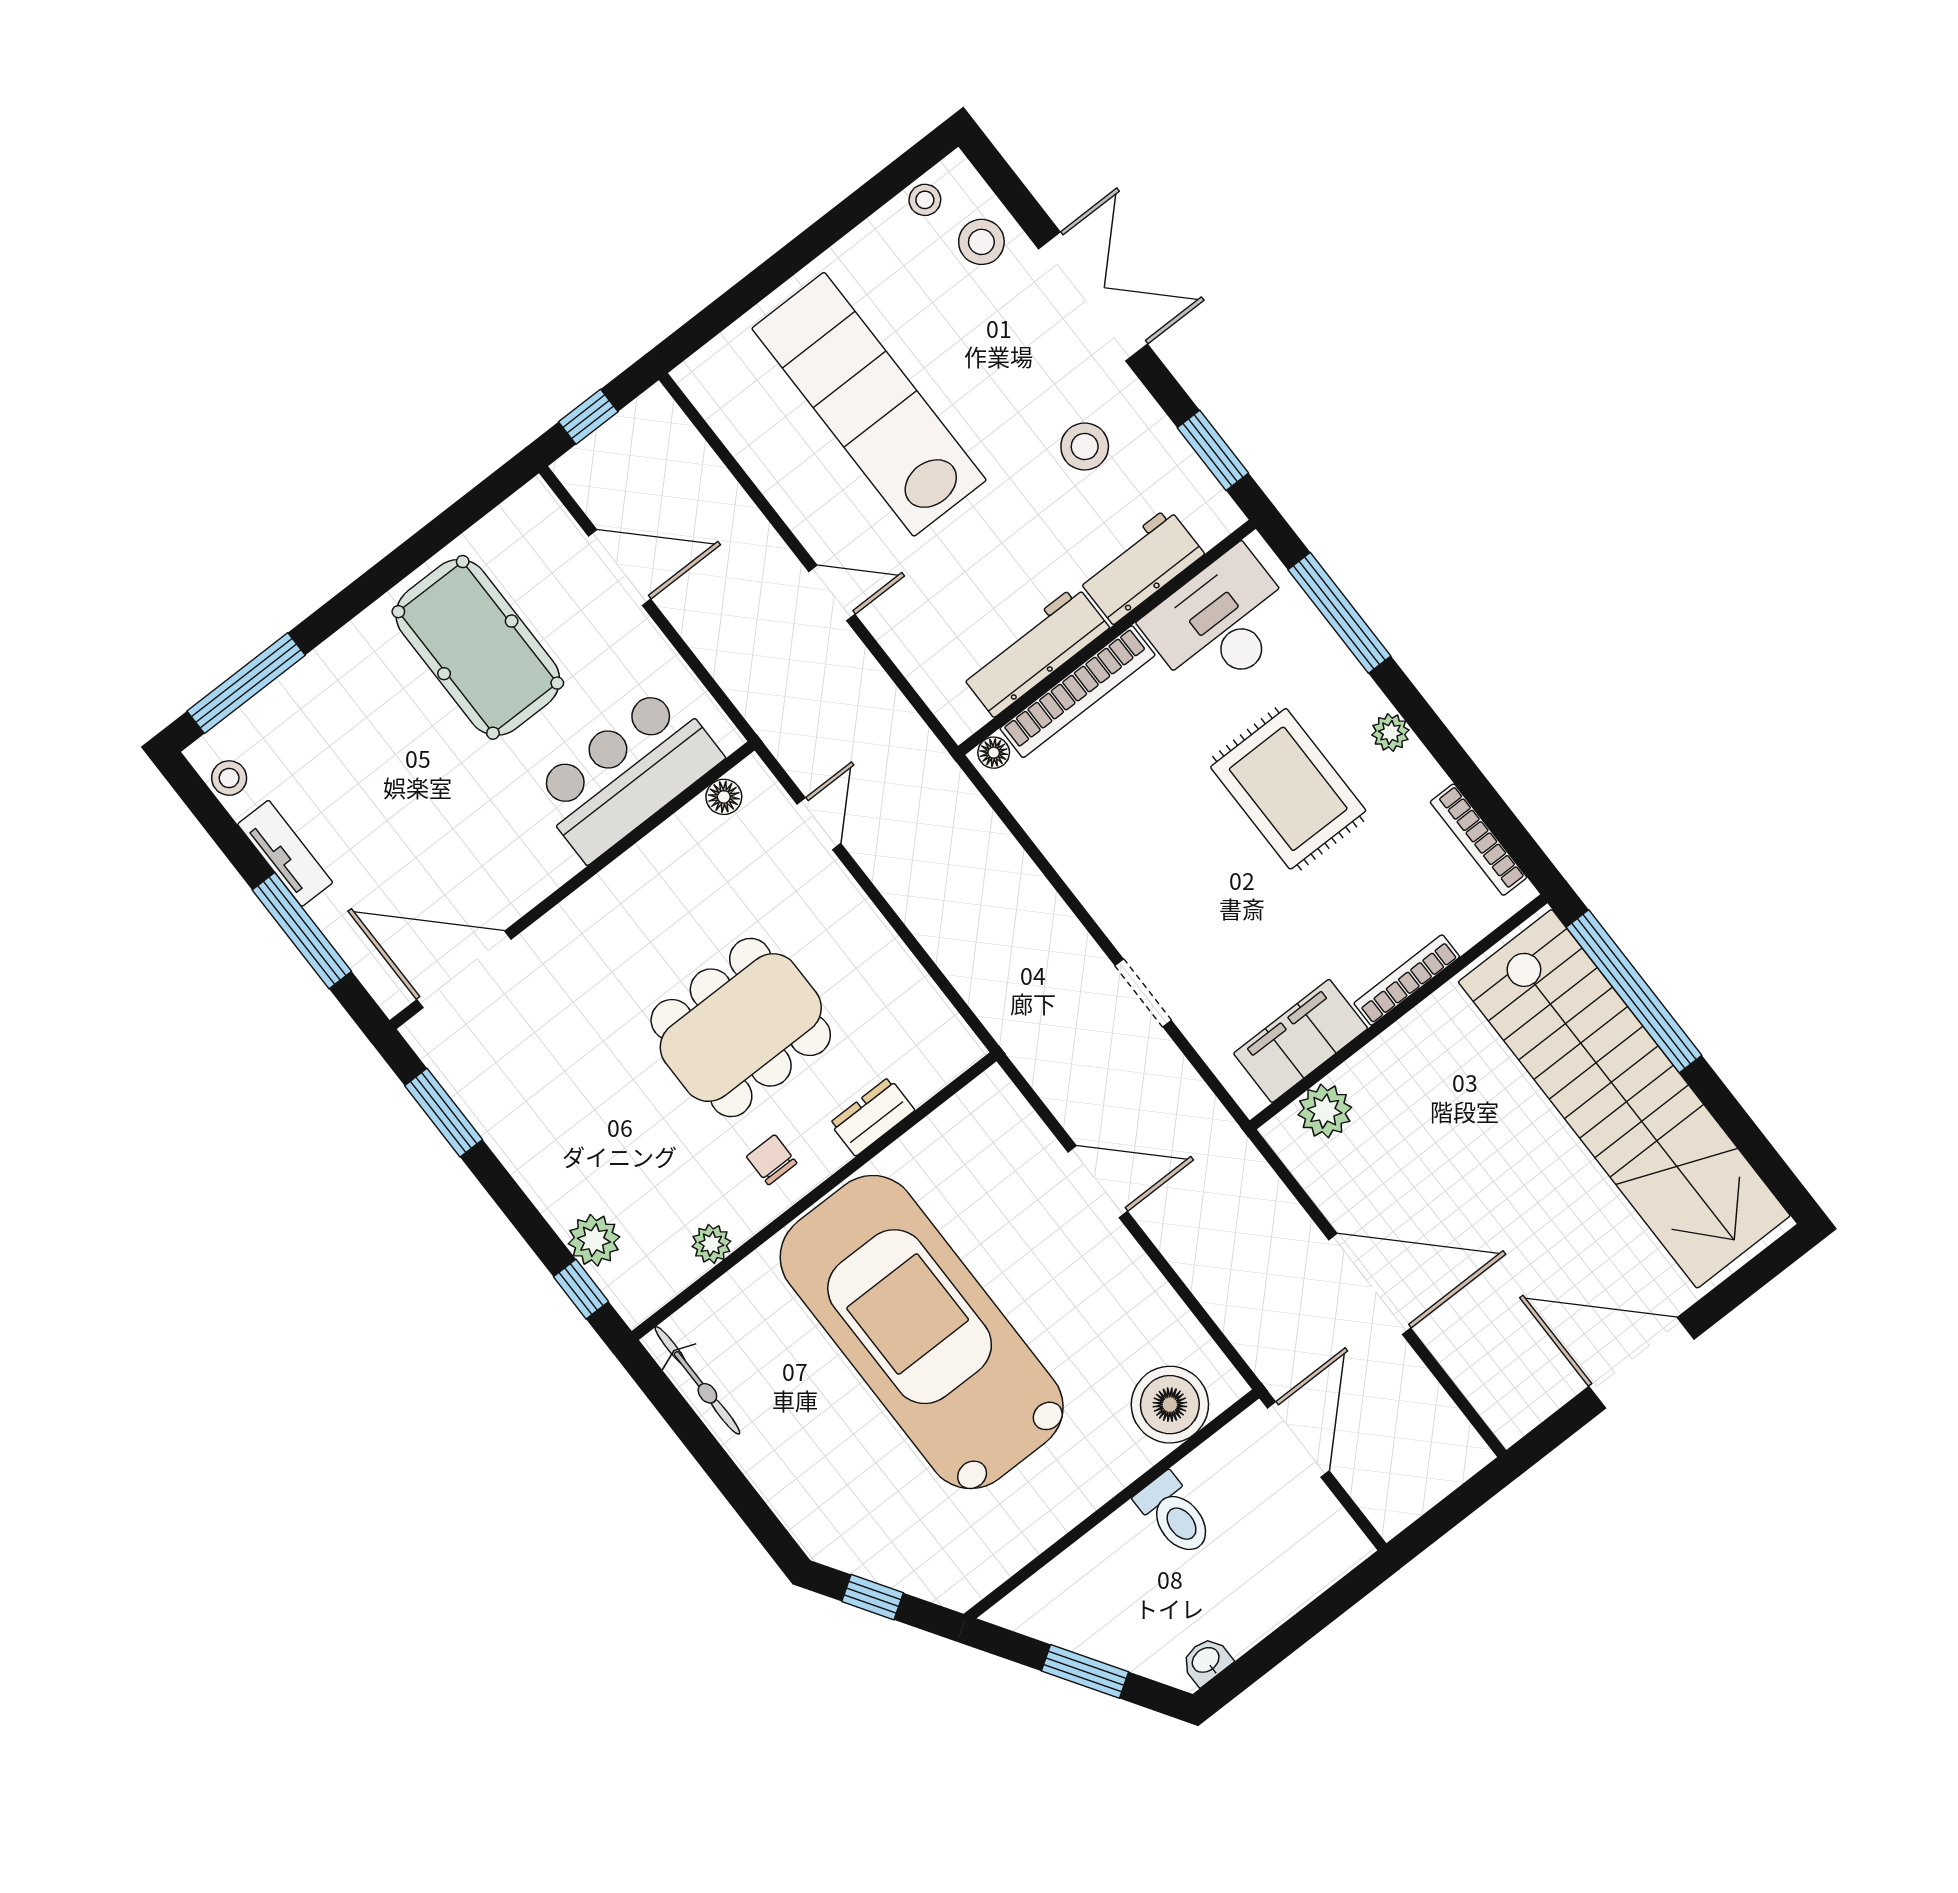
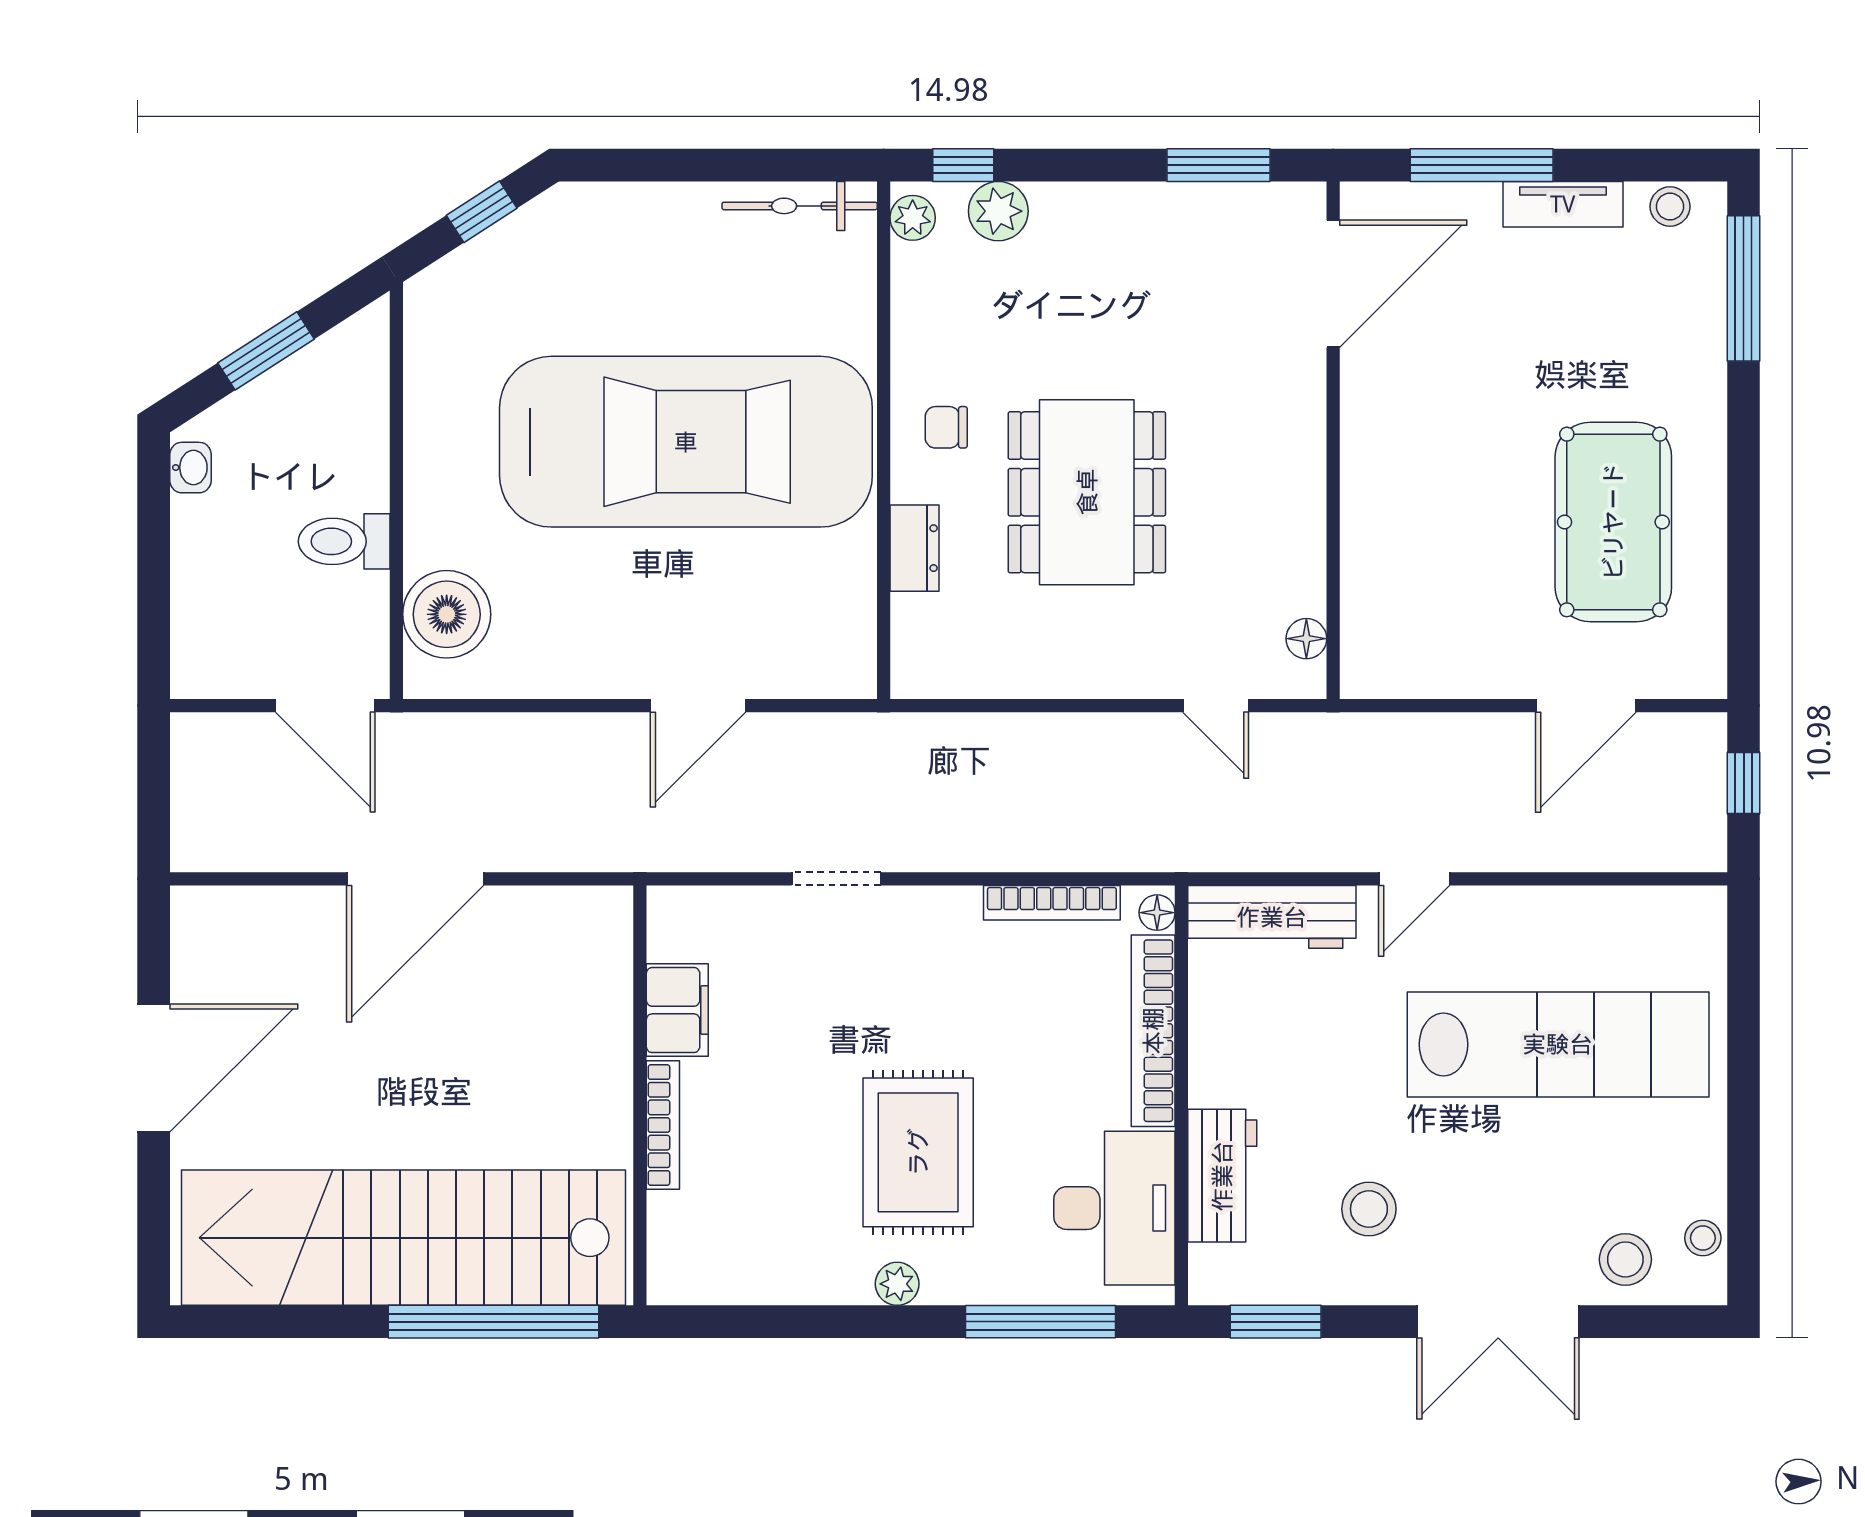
pool table: (478, 647) -> (1613, 522), turned 90
workbench: (1035, 651) -> (1272, 917), moved, turned 90
bar counter: (627, 773) -> (1396, 568), removed
rug: (1288, 789) -> (918, 1152), turned 90
bookcase: (1478, 840) -> (1052, 903), moved, turned 180
filing cabinet: (1301, 1041) -> (677, 1010), width x0.67, depth x0.86
plant: (1325, 1111) -> (602, 959), removed
chair: (772, 1160) -> (946, 427), turned 180
plant: (711, 1244) -> (913, 218), moved

